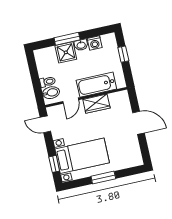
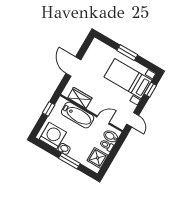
washing machine: (95, 43) -> (53, 136), width x1.89, depth x1.89
shower: (66, 52) -> (98, 158), moved
window: (123, 54) -> (49, 109), moved
wardrobe: (96, 104) -> (80, 98), moved

